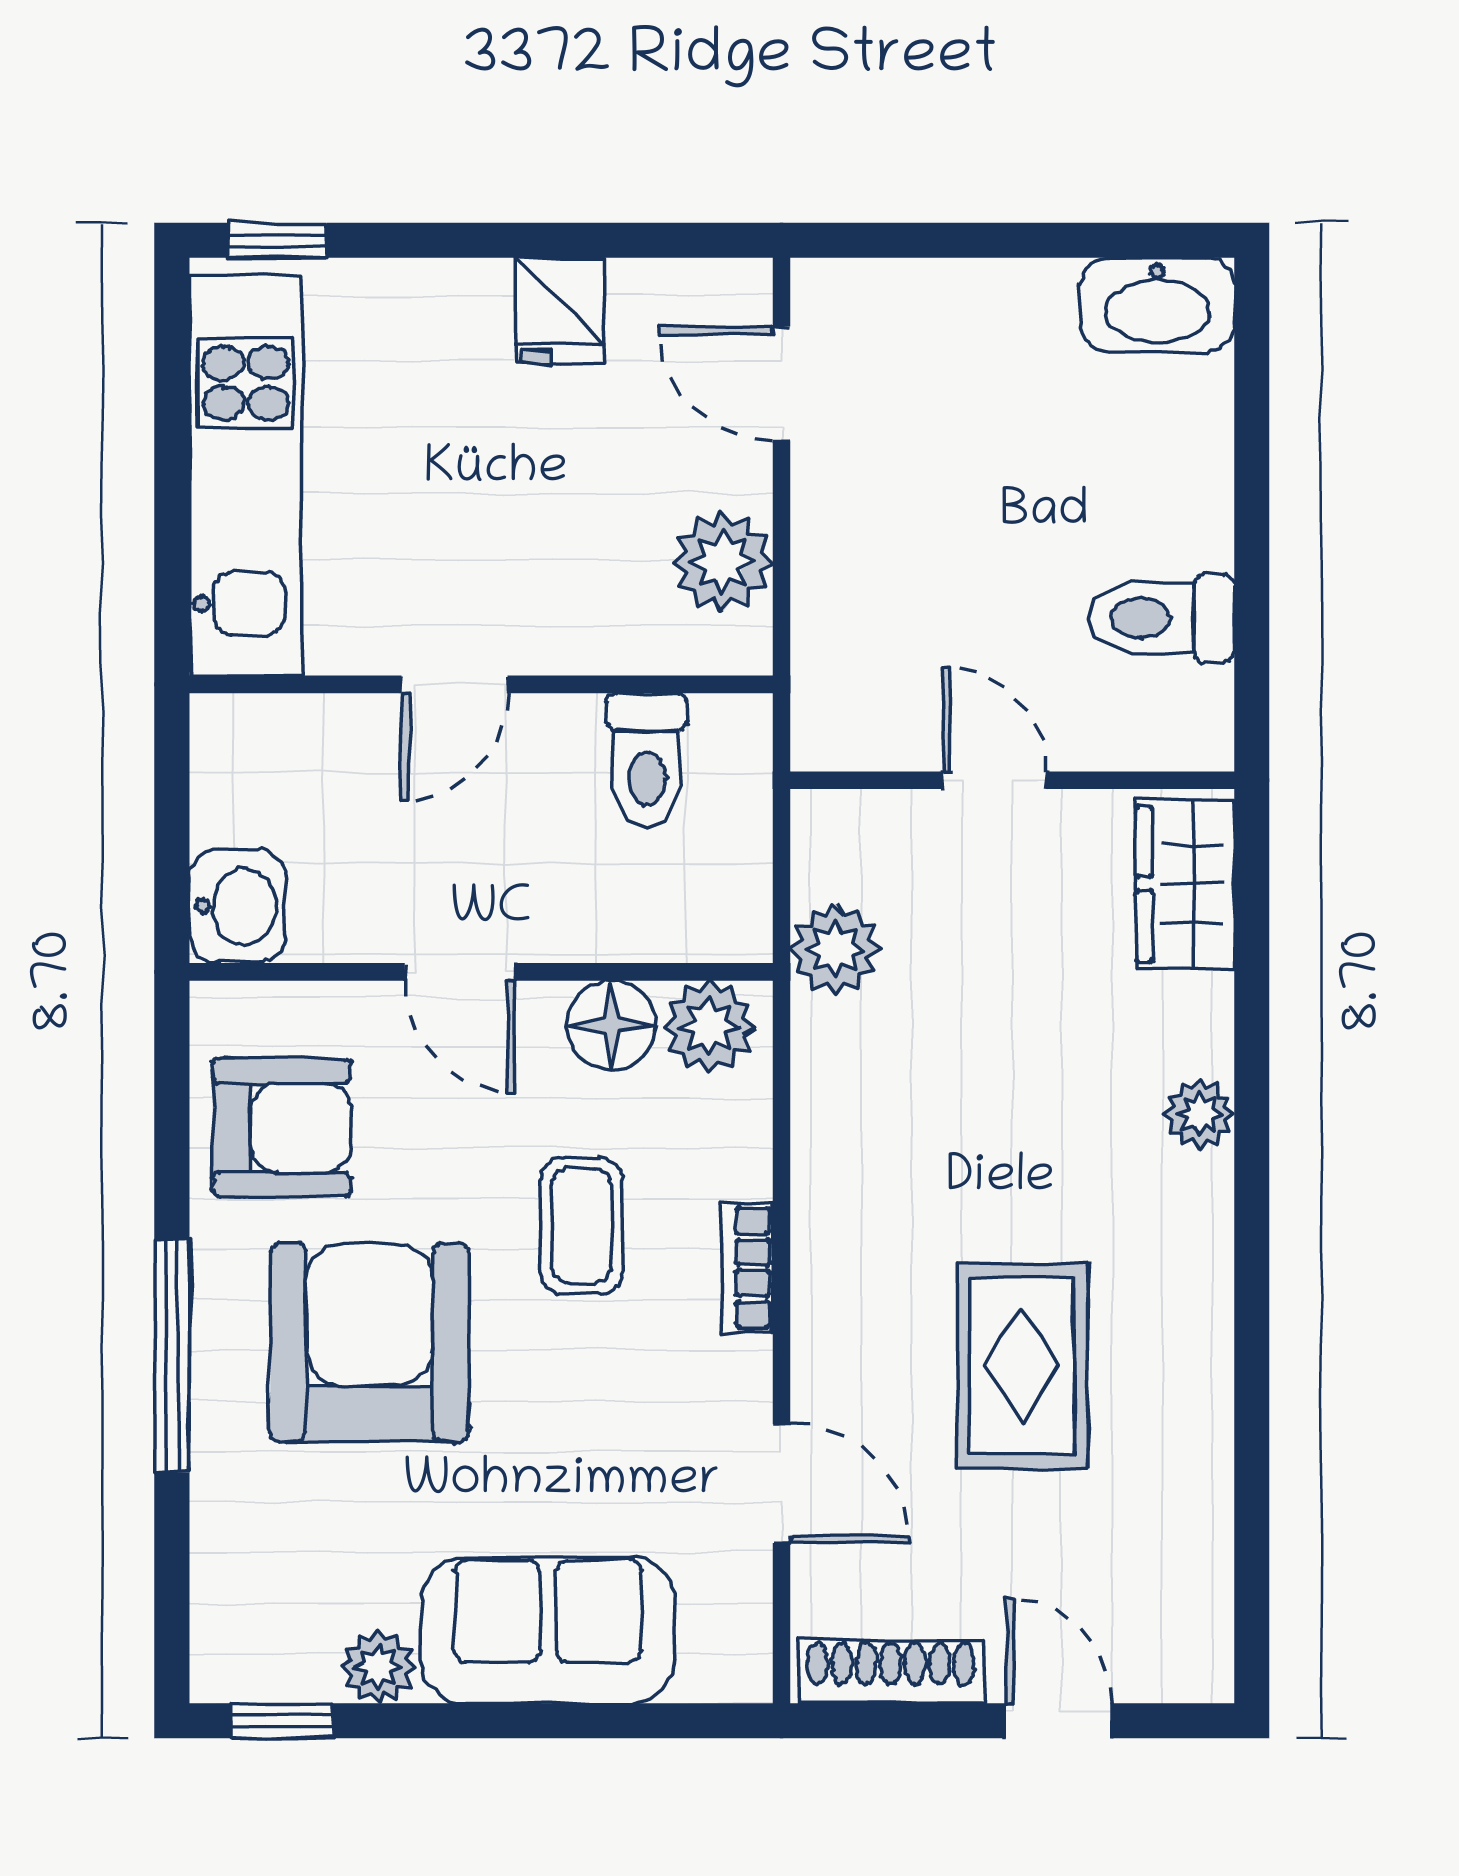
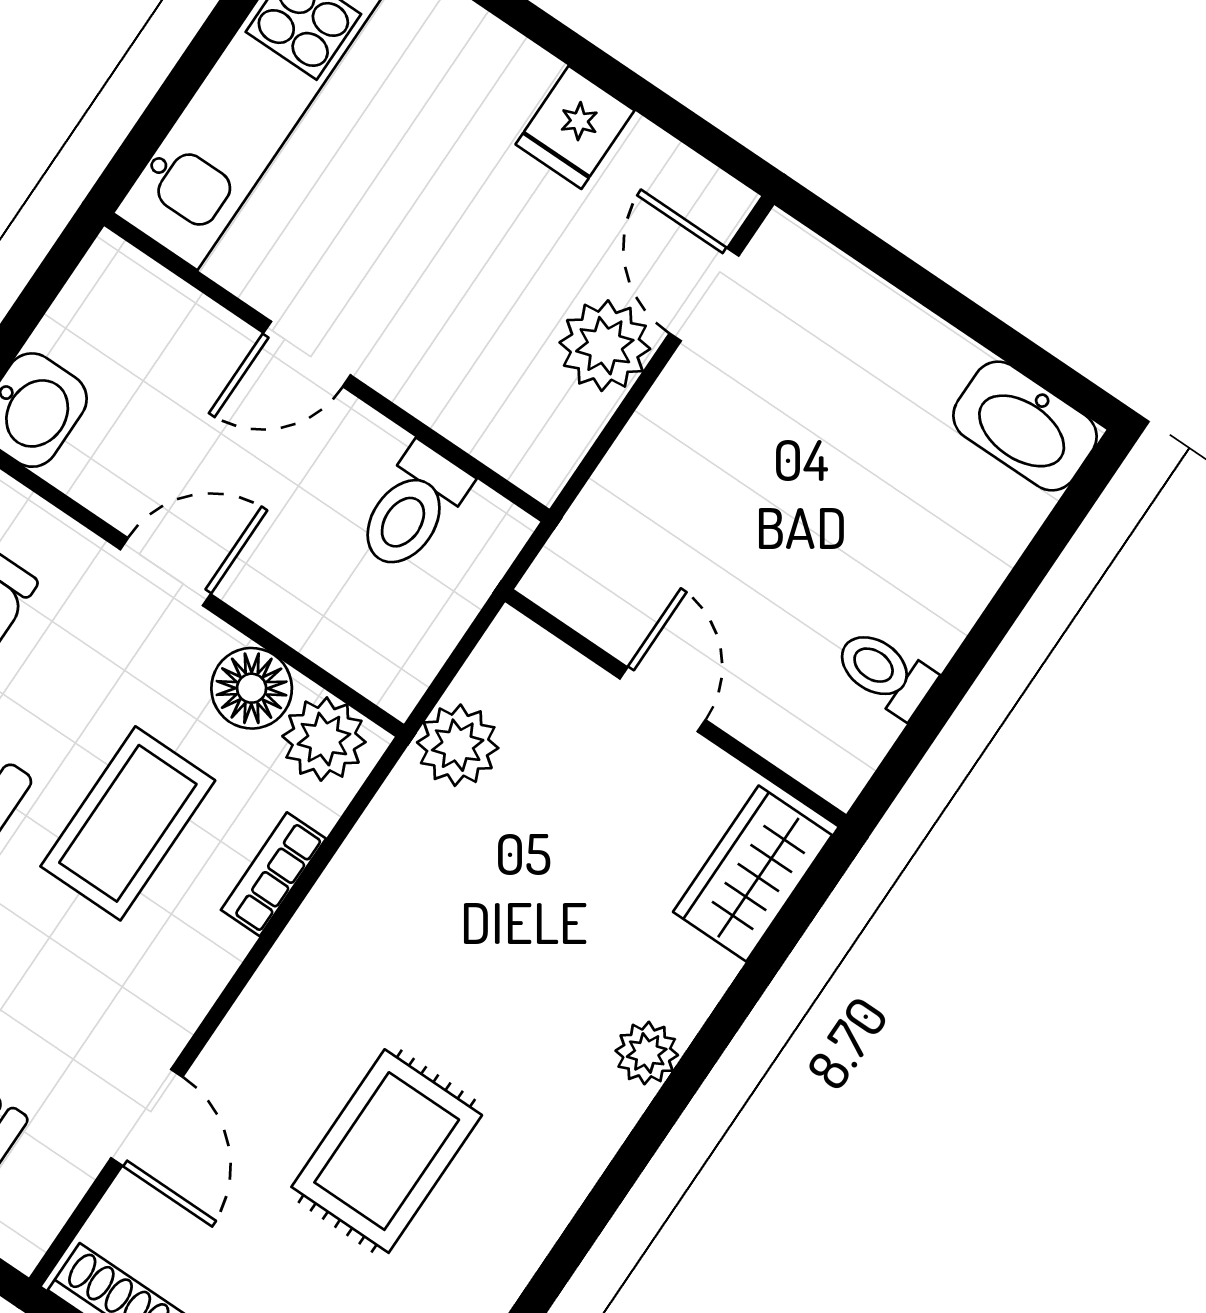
plant: (722, 562) -> (605, 346), moved
toilet: (1161, 618) -> (885, 673), width x0.73, depth x0.72
door: (460, 972) -> (165, 572), swing flipped
coffee table: (582, 1226) -> (128, 823), width x1.36, depth x1.30
bookcase: (747, 1268) -> (273, 874), moved

